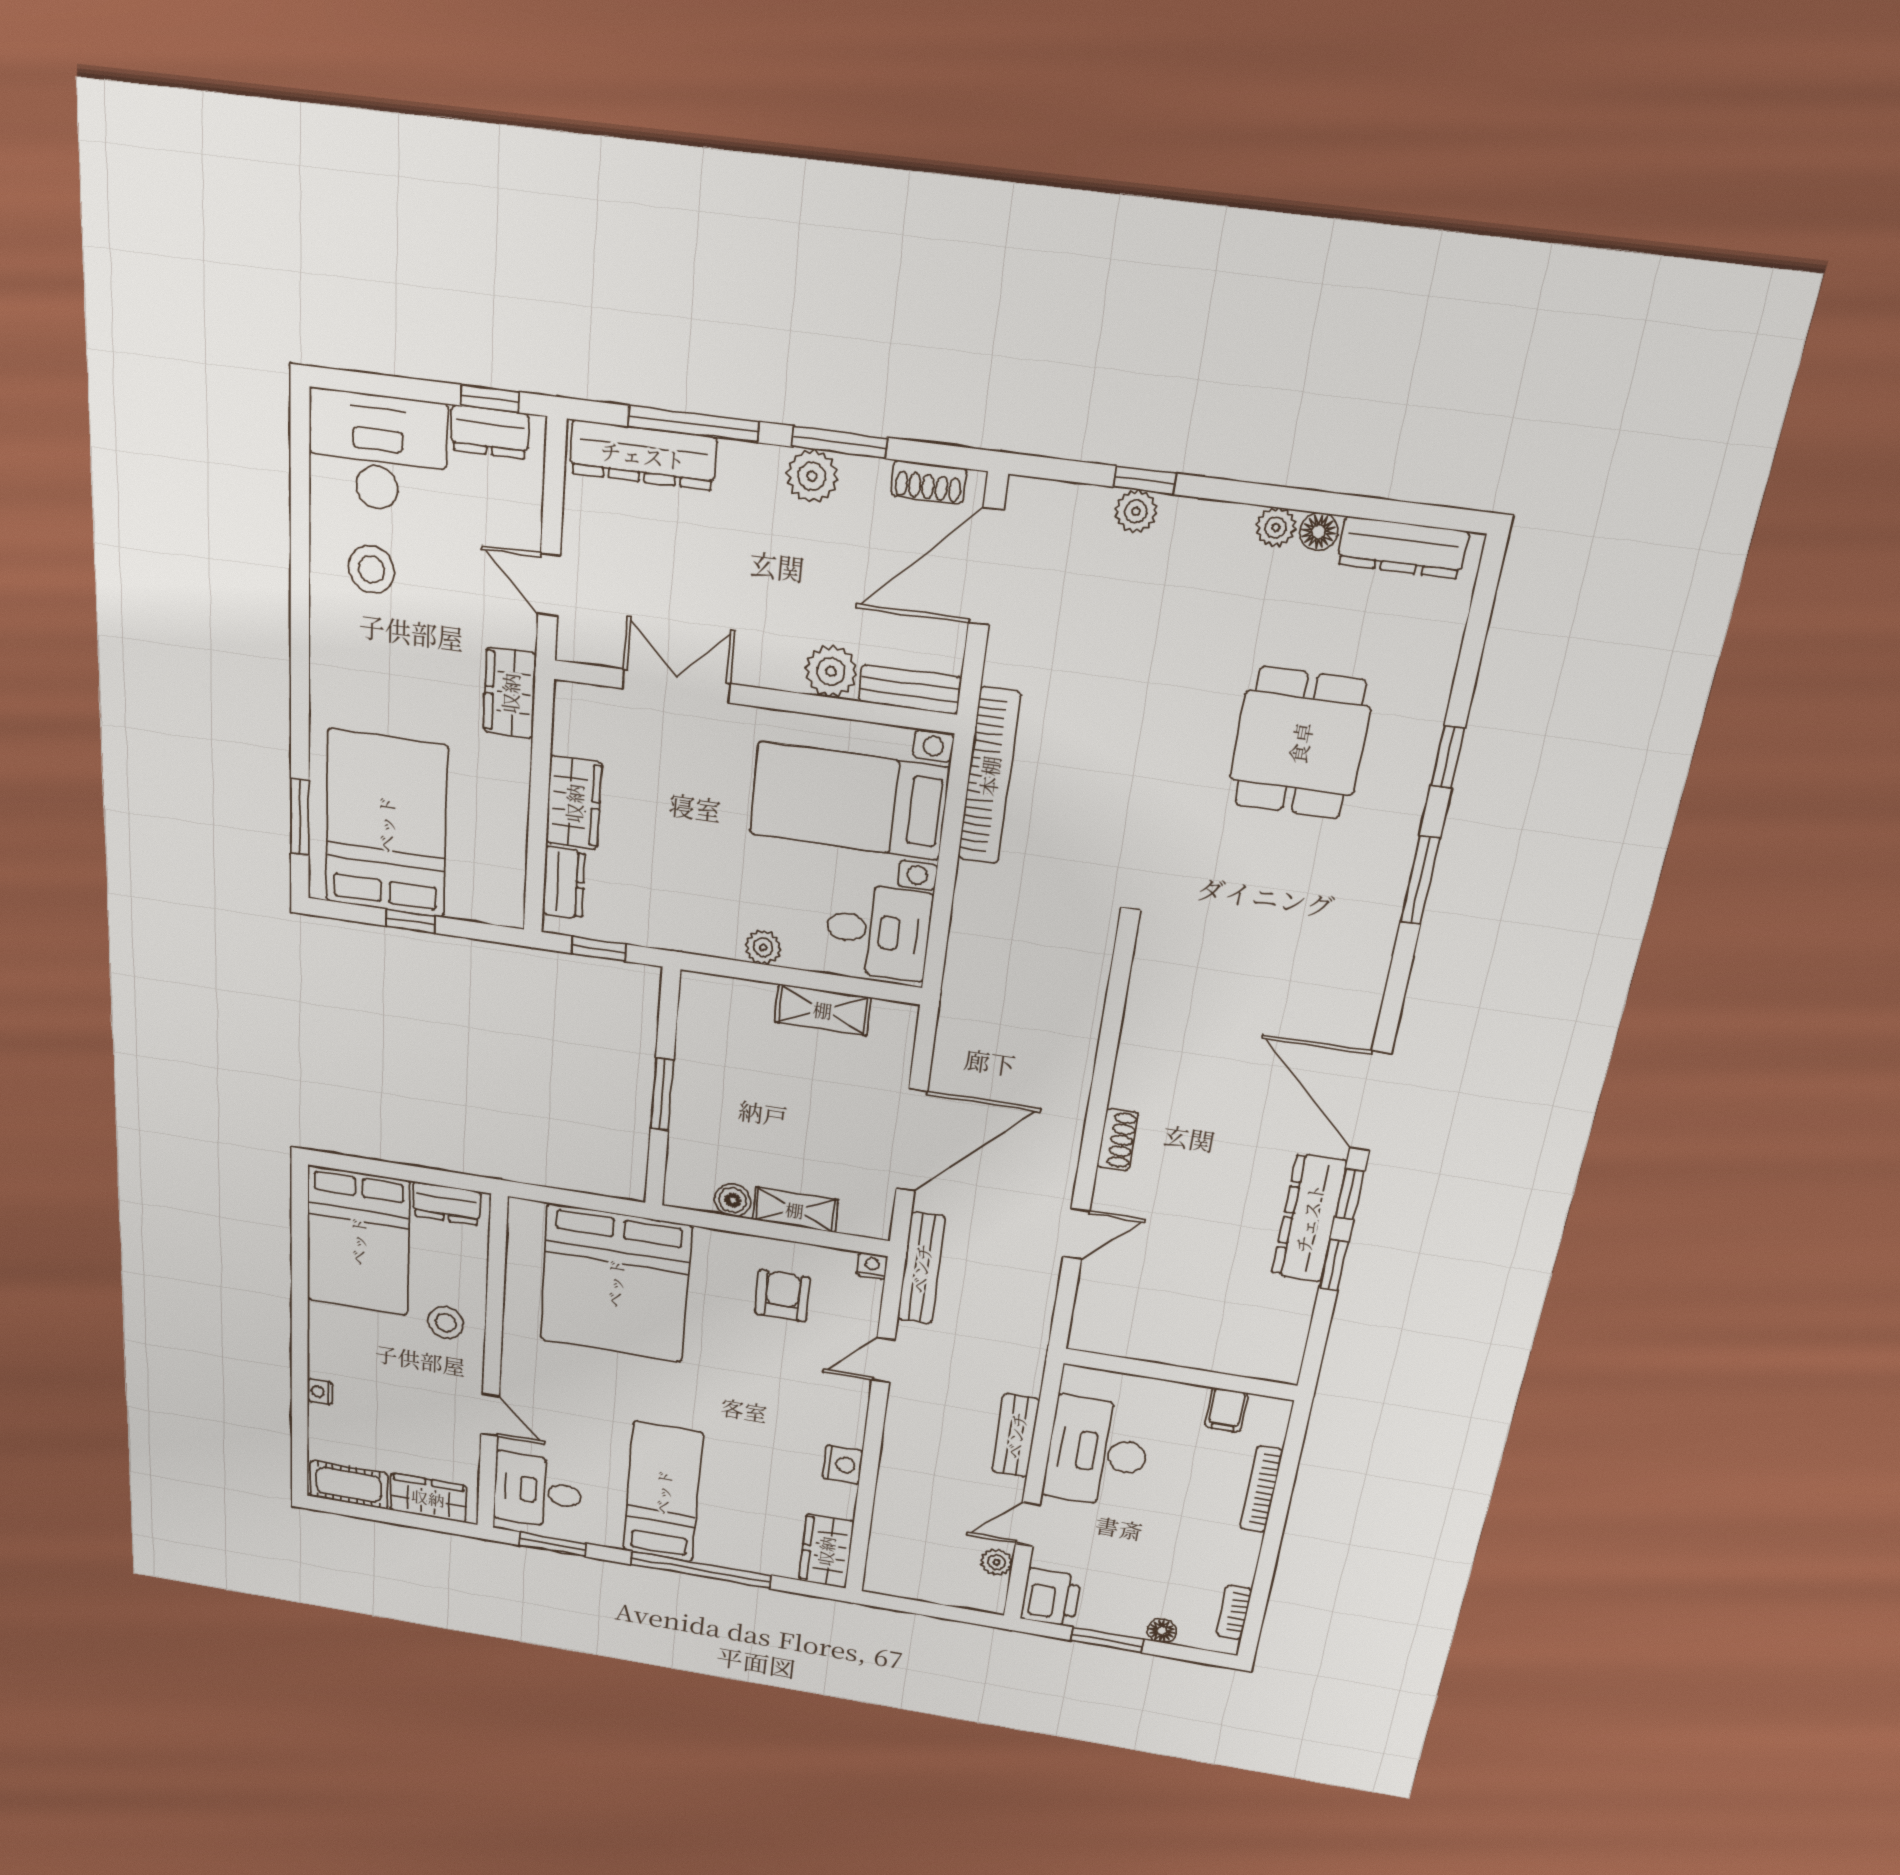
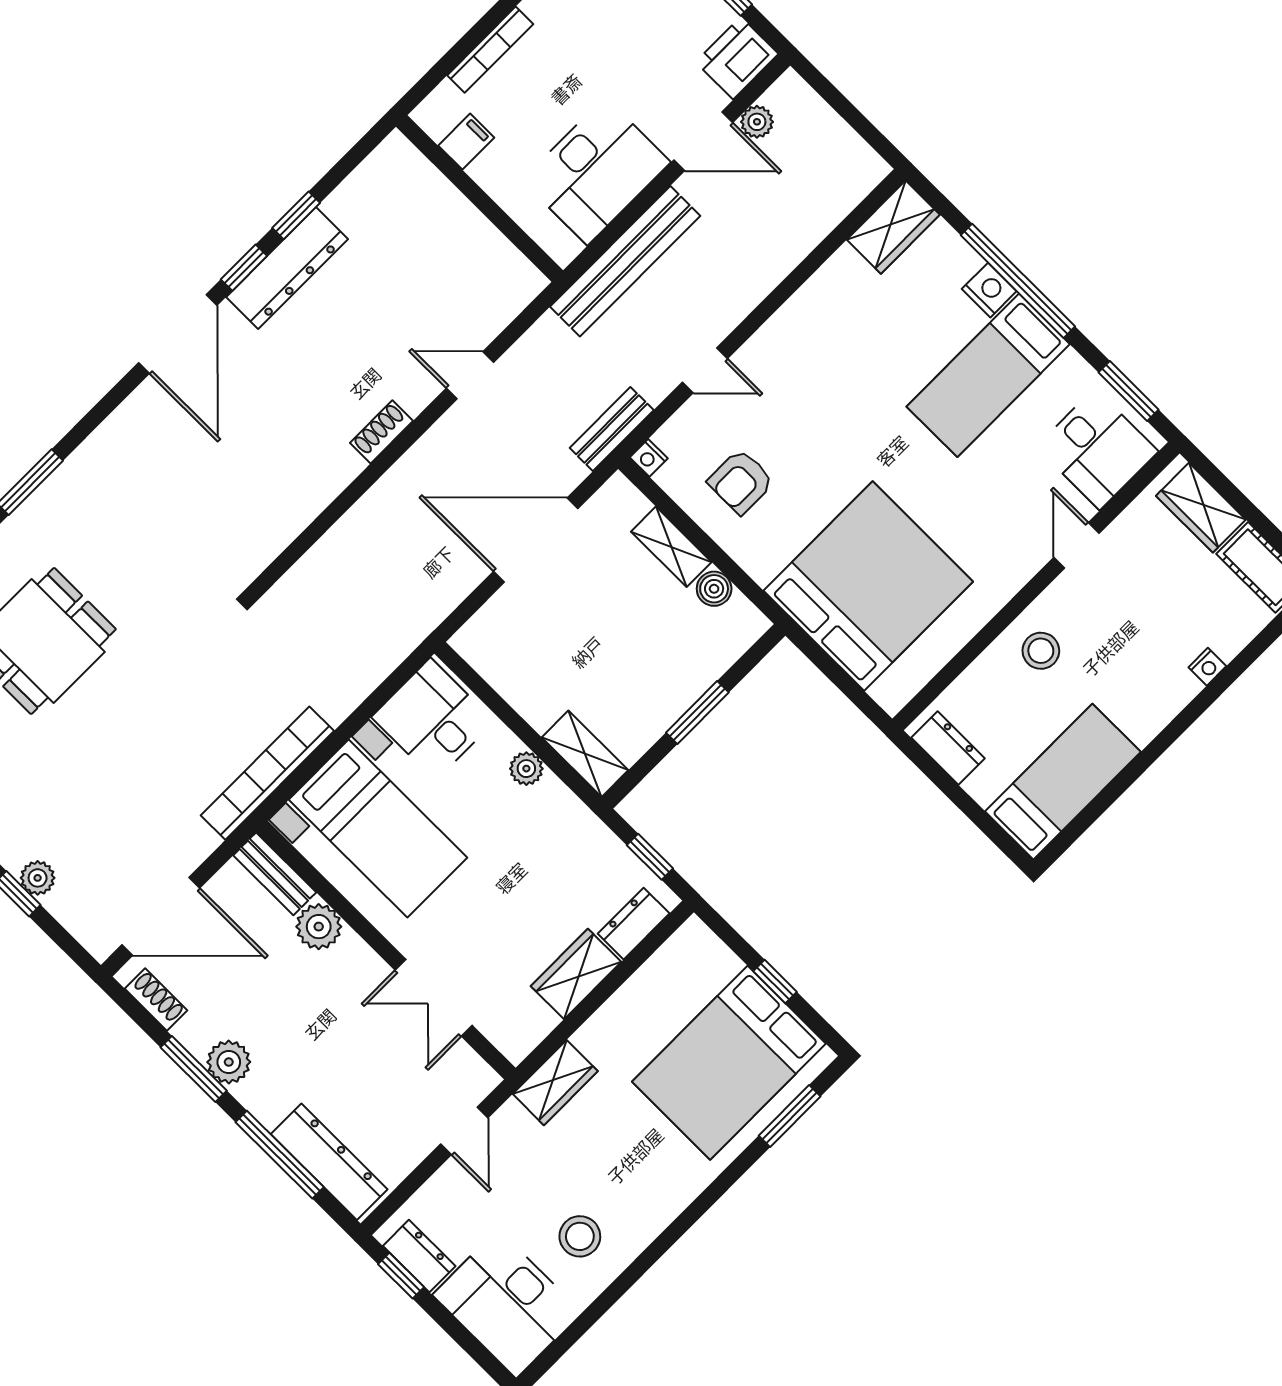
shelving: (823, 1010) -> (585, 754), moved
bed: (358, 1241) -> (1063, 782), width x0.67
bench: (921, 1268) -> (612, 429), width x0.73
bench: (1016, 1435) -> (625, 261), width x1.86, depth x1.21
nightstand: (843, 1464) -> (989, 290), moved, turned 90
door: (1028, 1524) -> (703, 141), width x1.38

